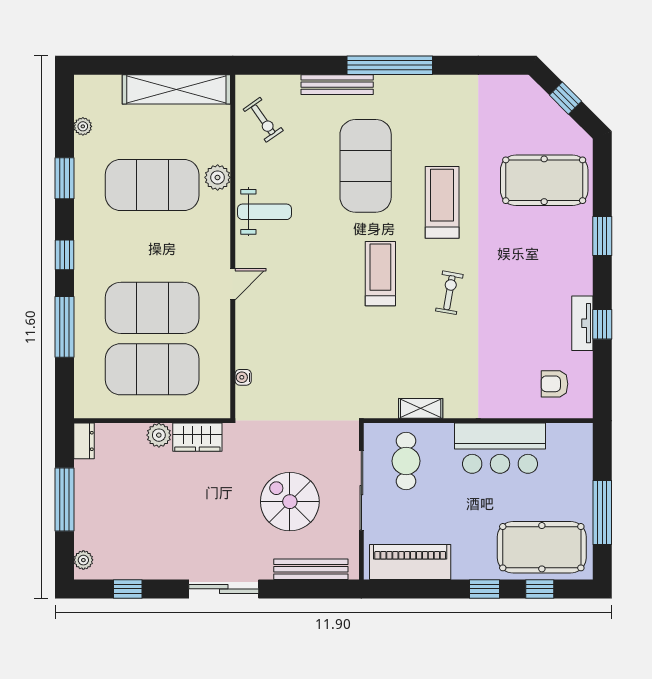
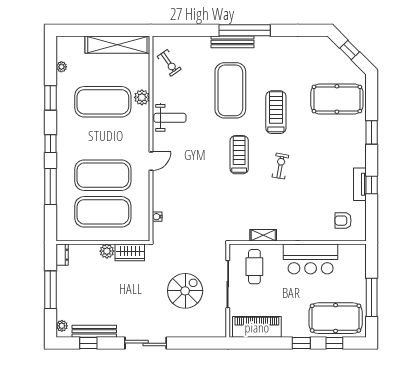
bench: (337, 85) -> (232, 42), moved
spiral stairs: (290, 502) -> (185, 291), turned 90
bench: (311, 569) -> (94, 331), moved

